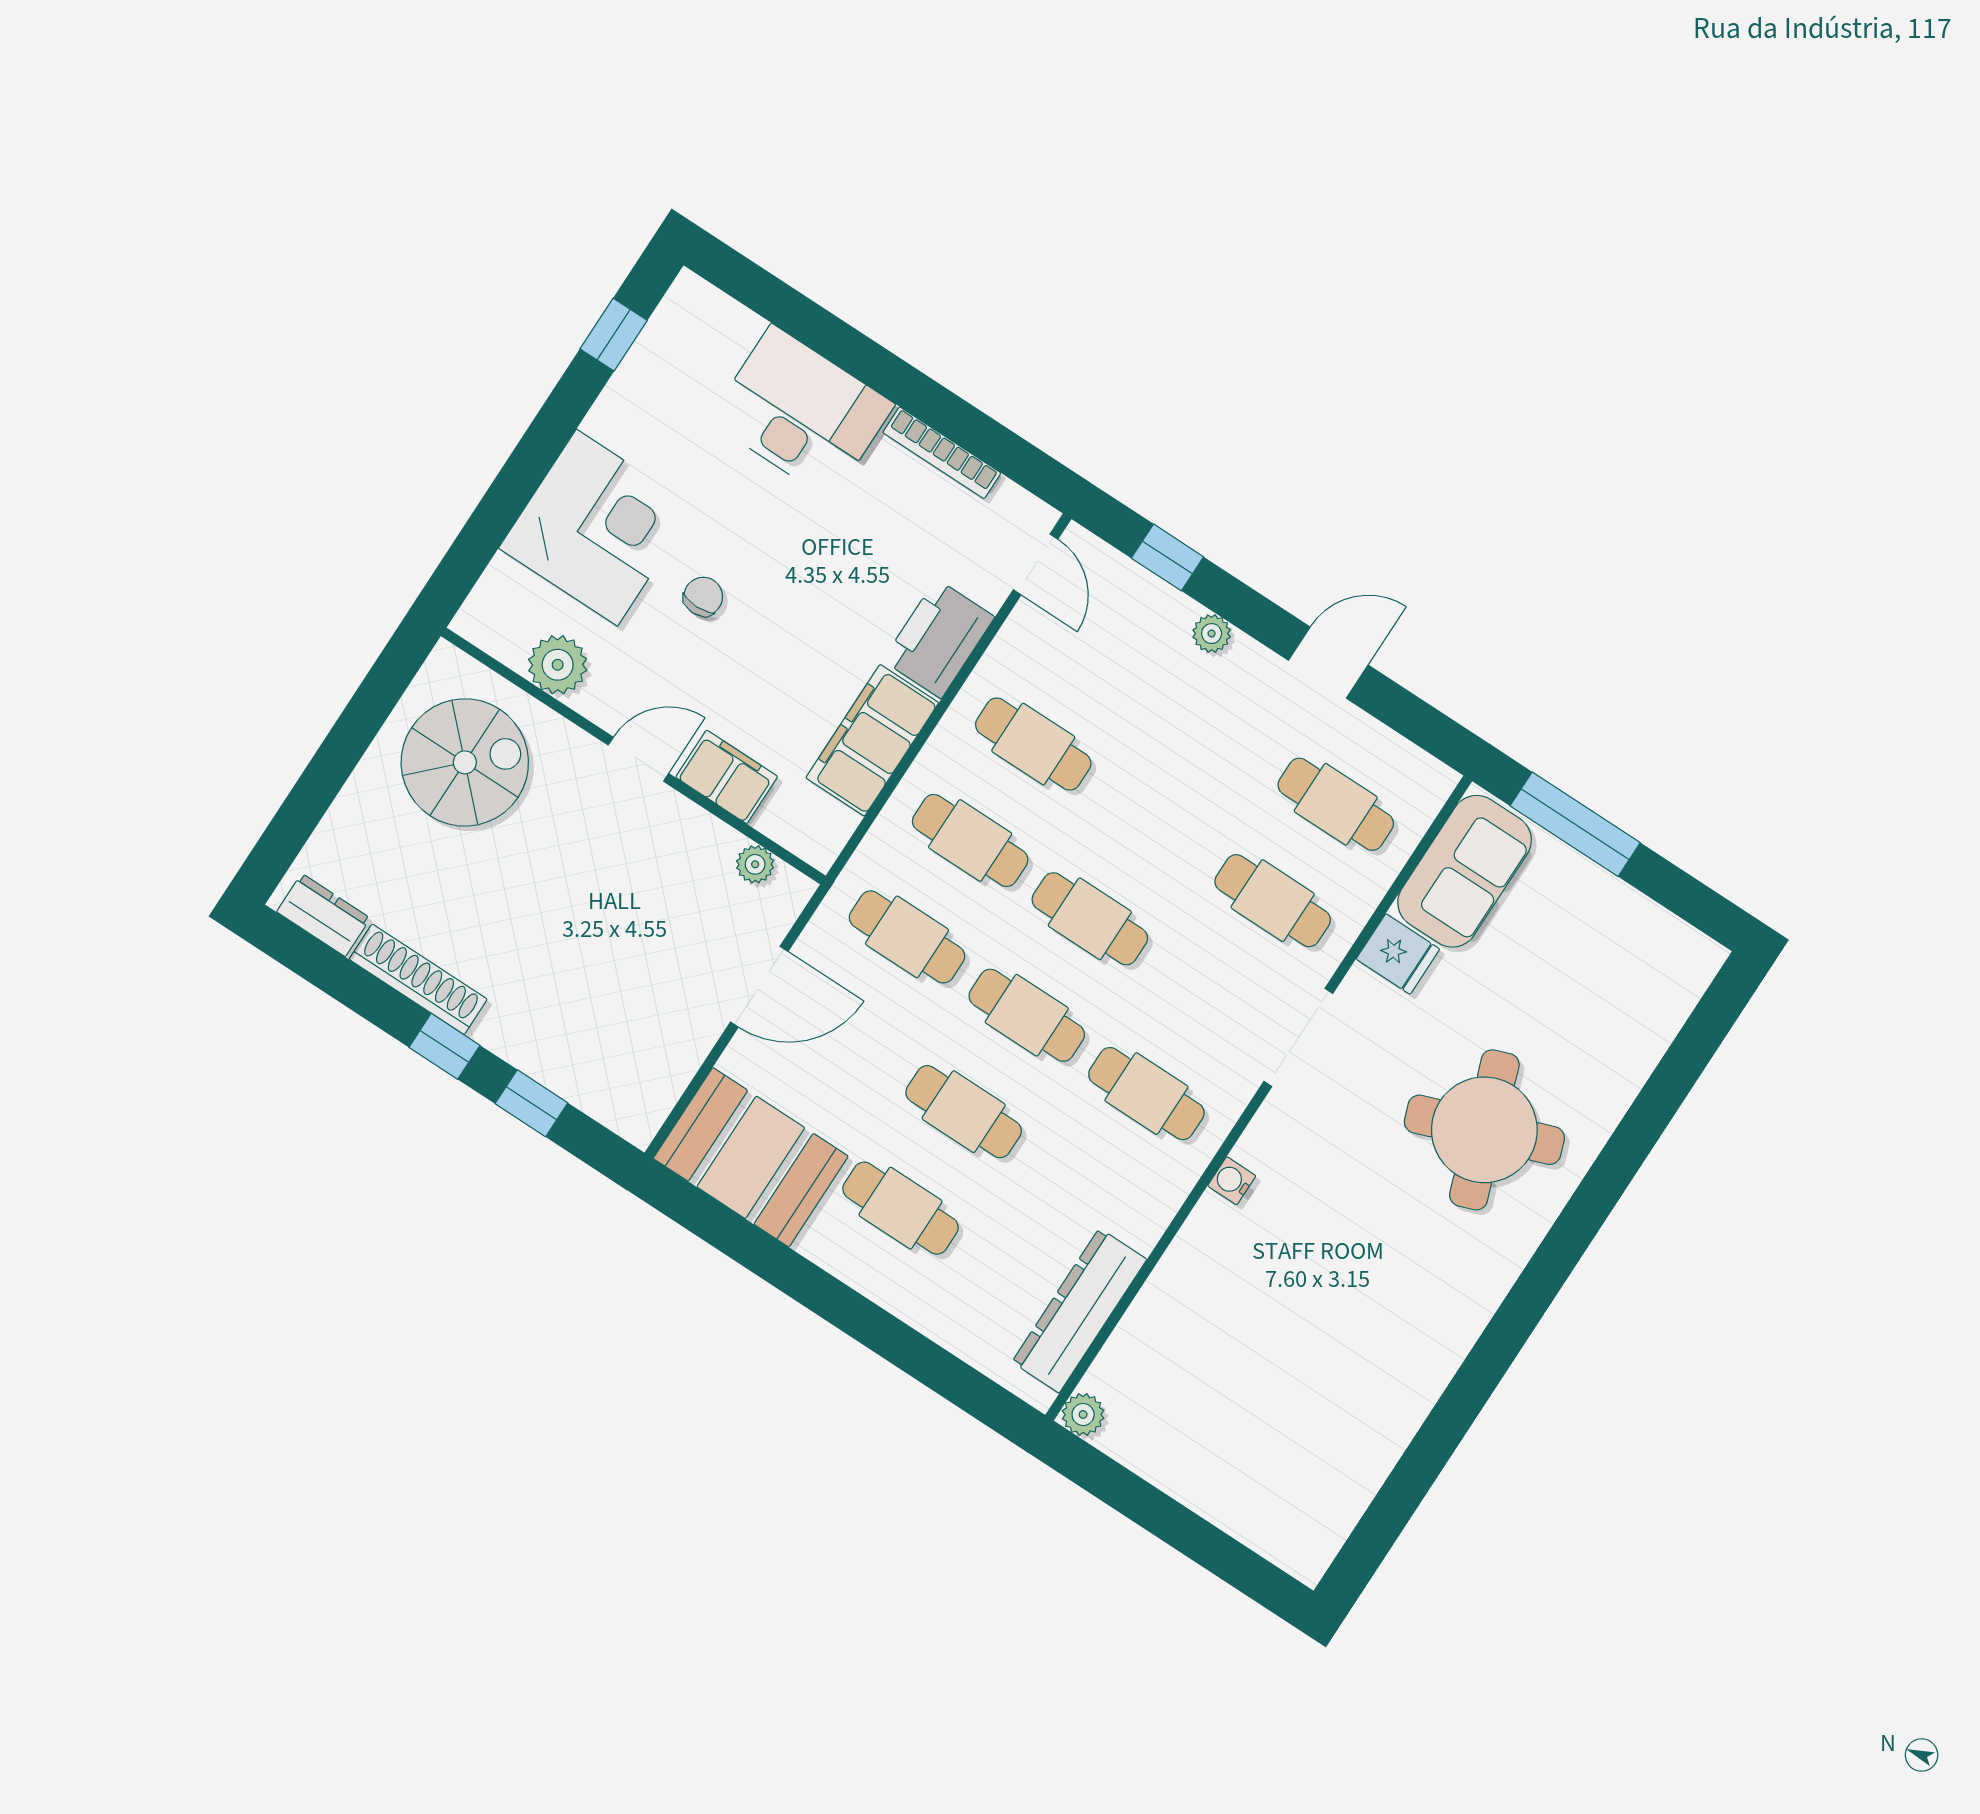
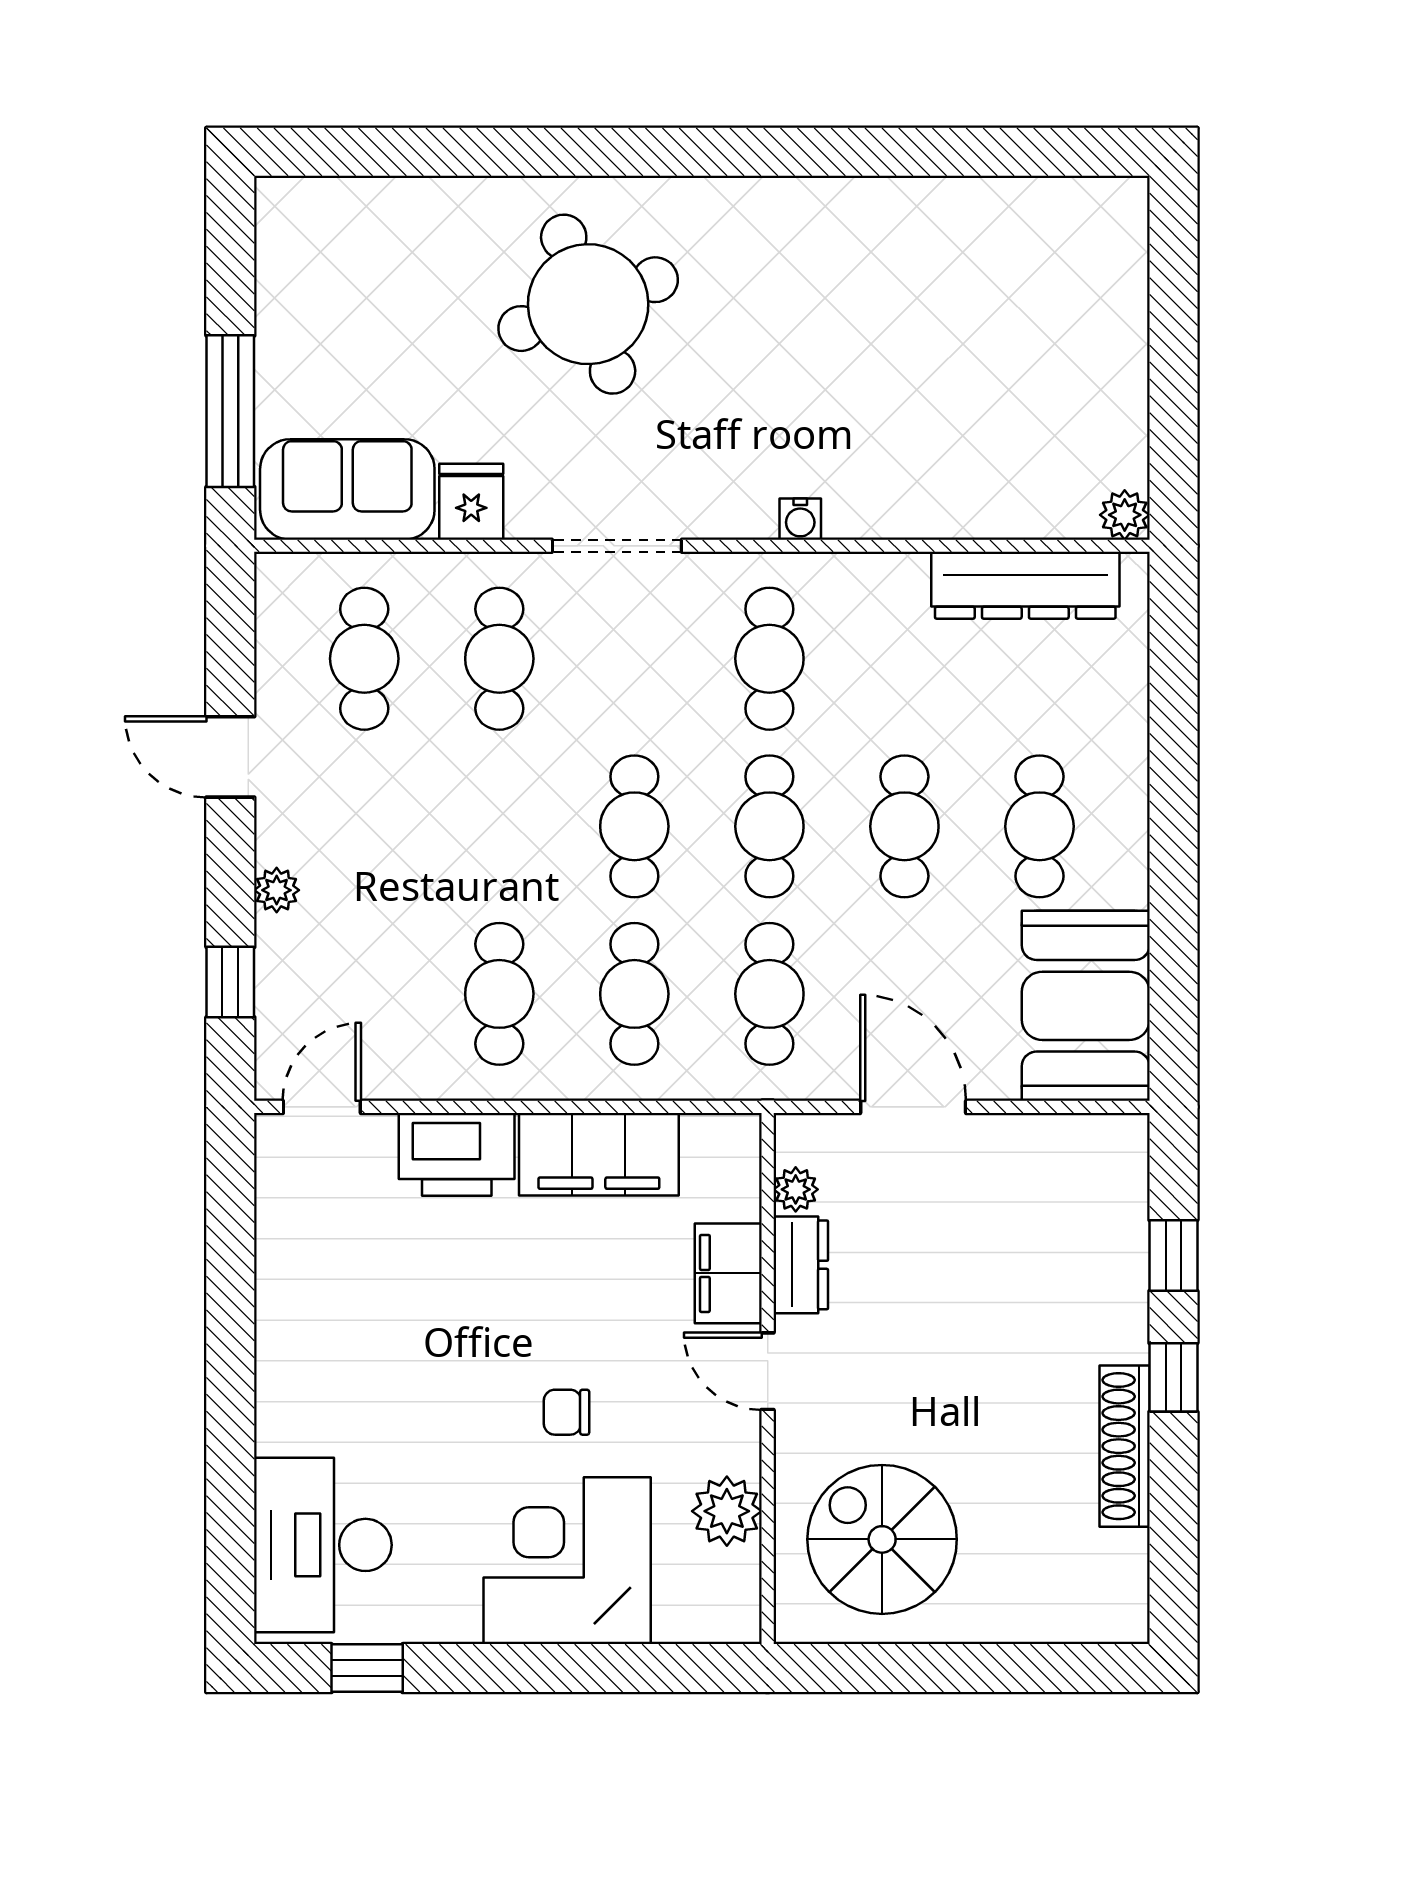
desk: (802, 412) -> (323, 1545), moved
bookcase: (942, 453) -> (272, 1270), removed
dresser: (323, 915) -> (801, 1265), moved, turned 180

